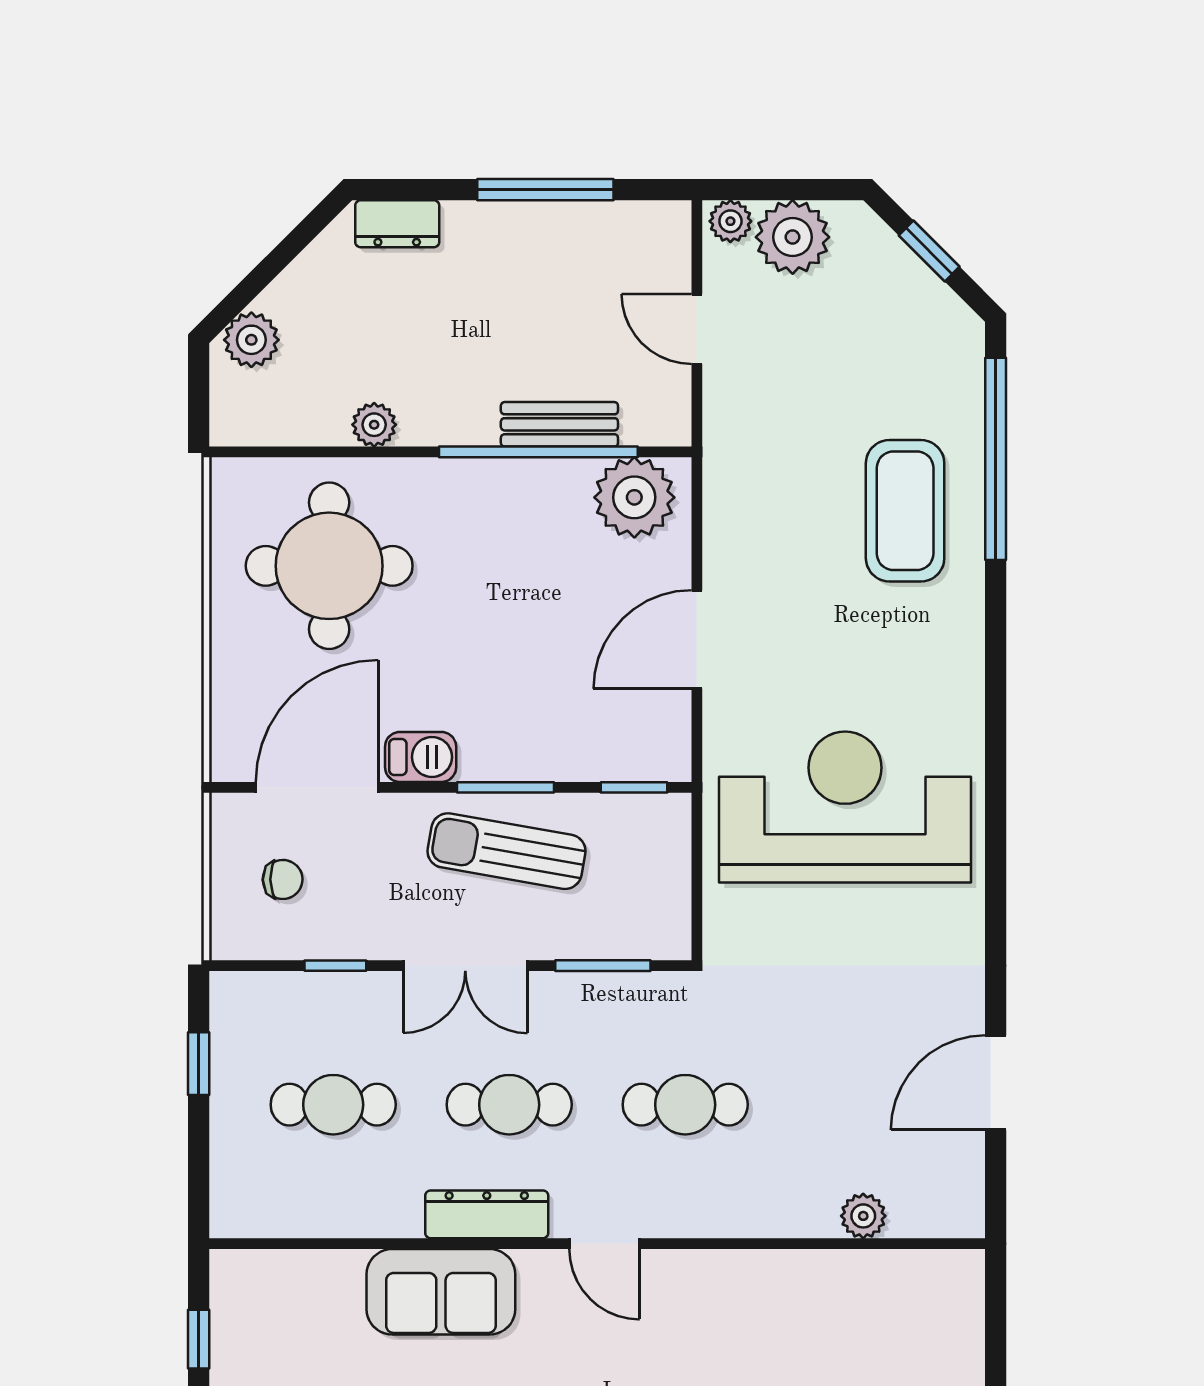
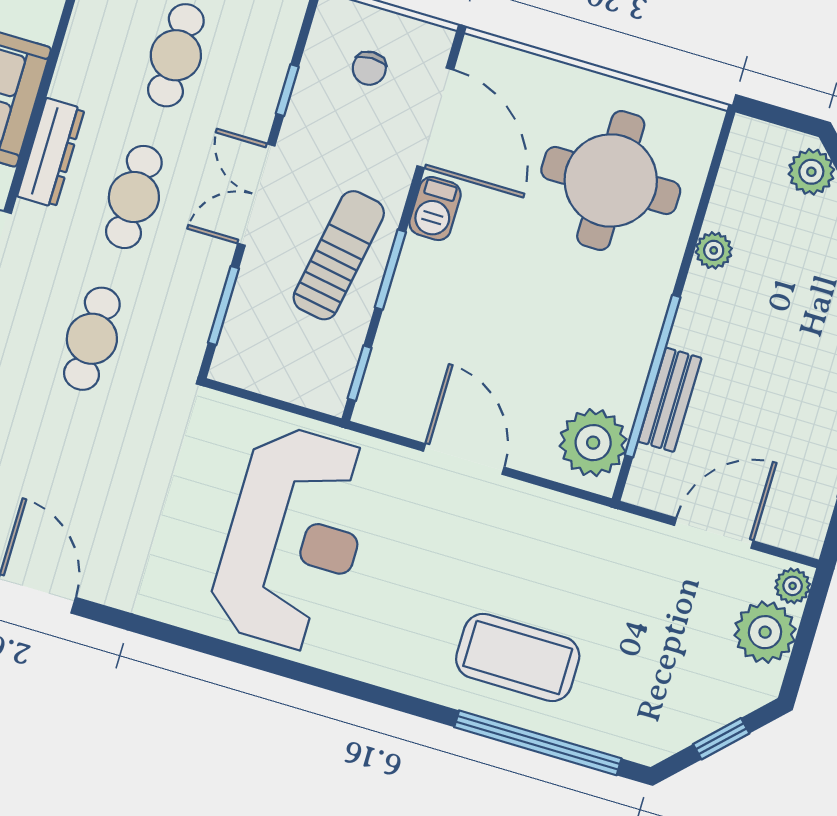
door: (697, 329) -> (714, 533), width x1.38

